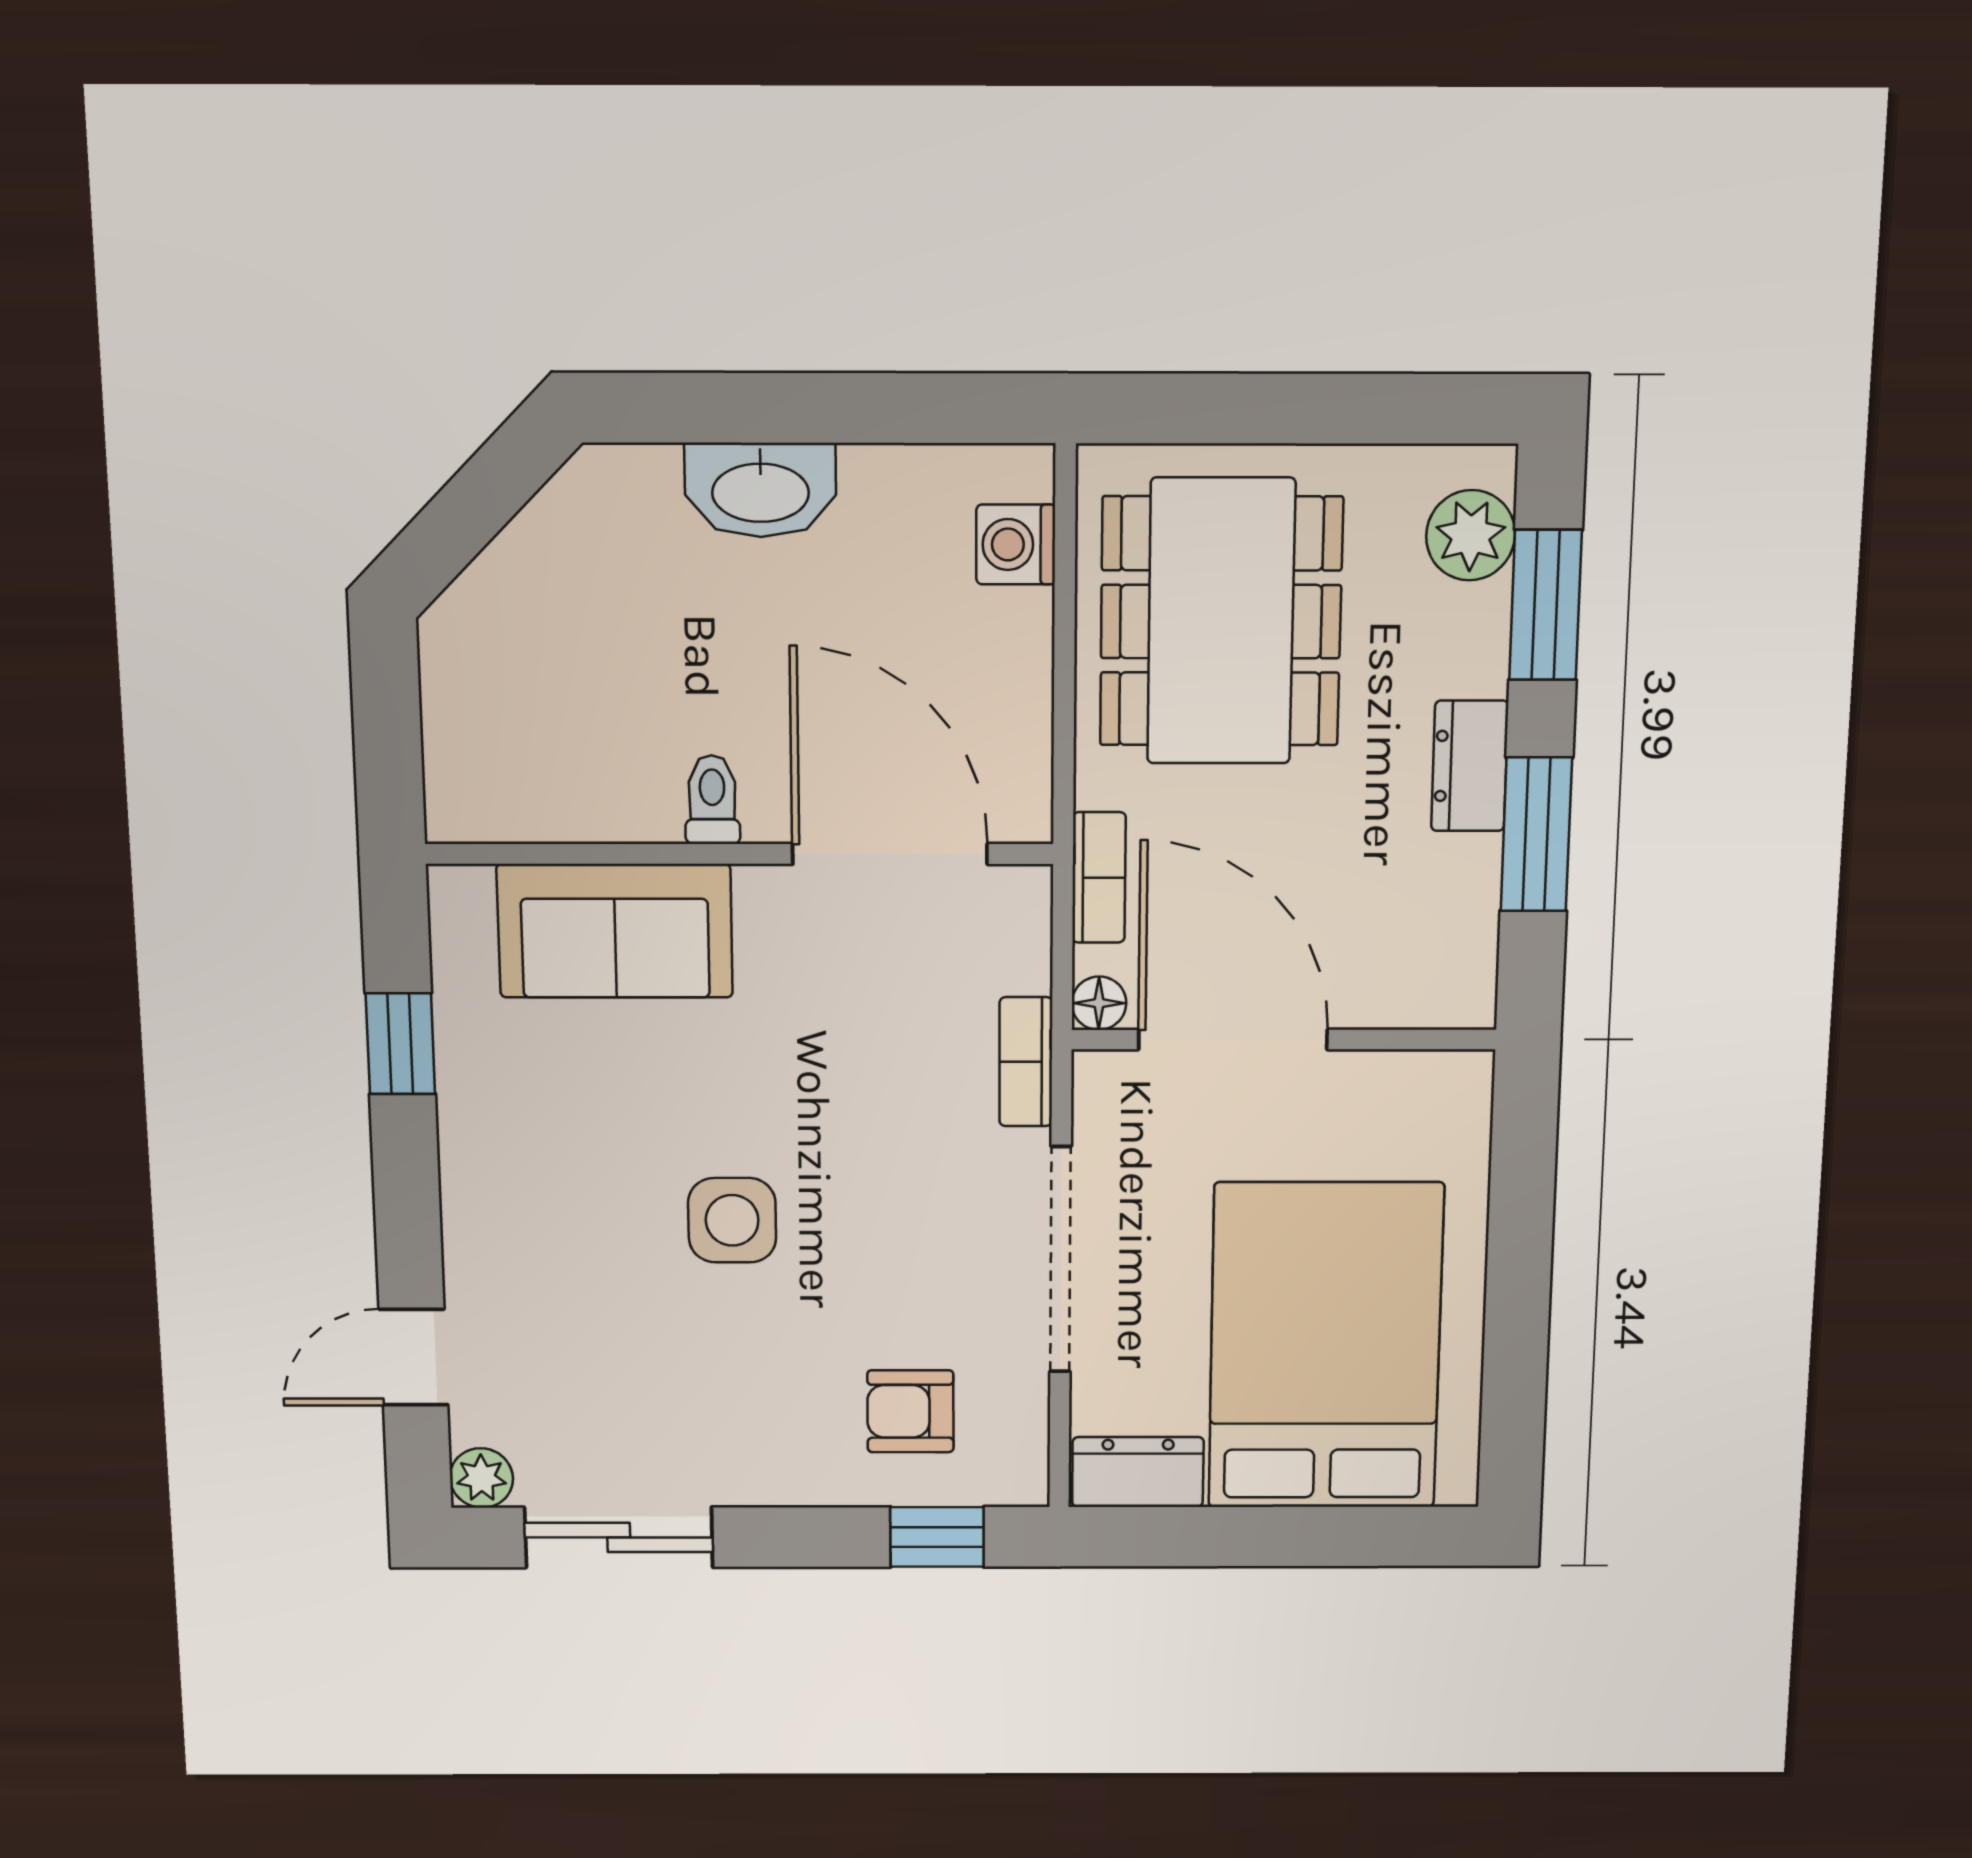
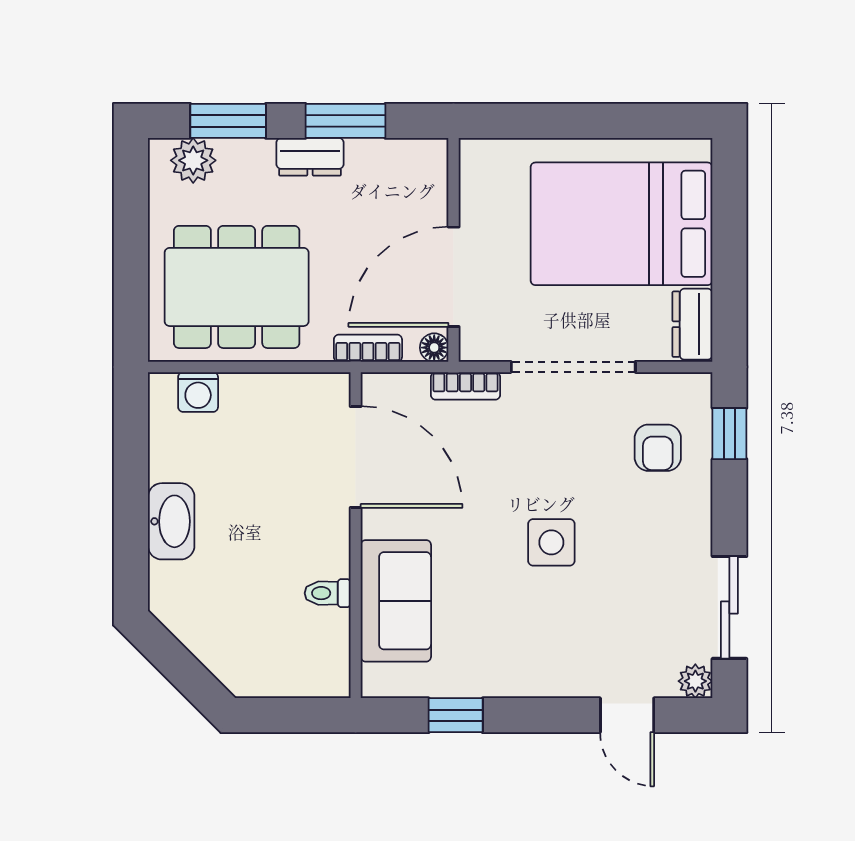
toilet: (712, 800) -> (328, 593), moved
door: (890, 854) -> (356, 457), swing flipped

